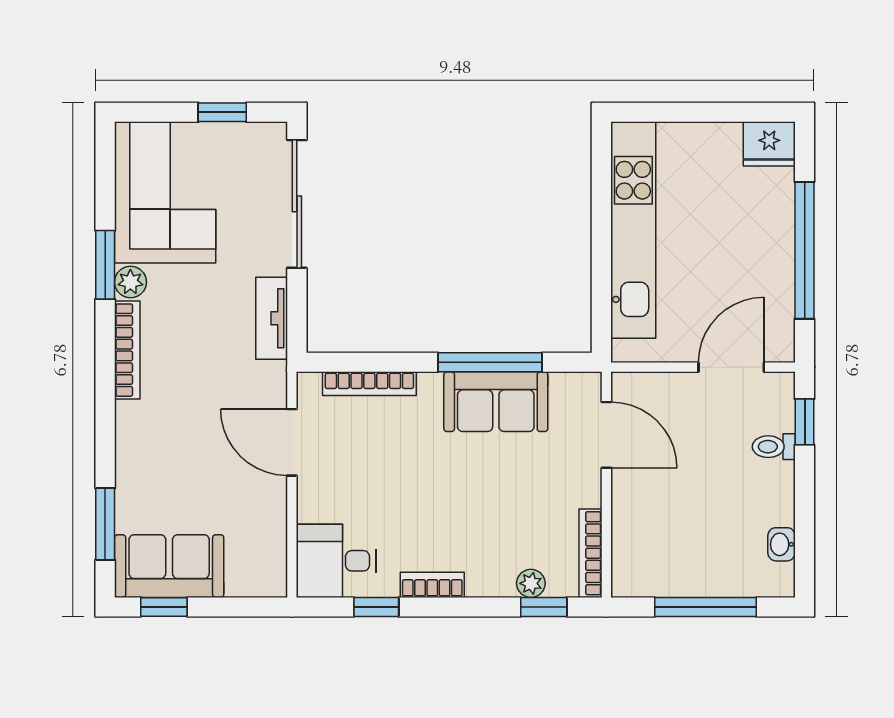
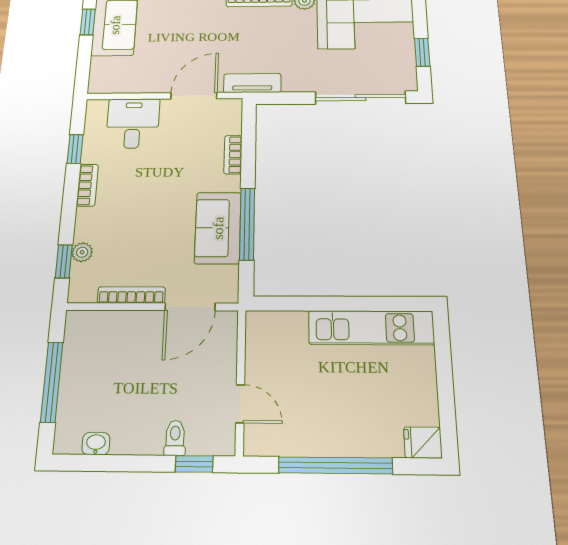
fridge: (769, 144) -> (423, 443), width x0.72
kitchen unit: (633, 230) -> (371, 328), width x0.73
tv unit: (272, 318) -> (252, 83), moved
door: (731, 367) -> (240, 404), width x0.73
bookcase: (369, 384) -> (233, 155), width x0.64
bookcase: (590, 553) -> (131, 295), moved
desk: (336, 561) -> (133, 123), moved

